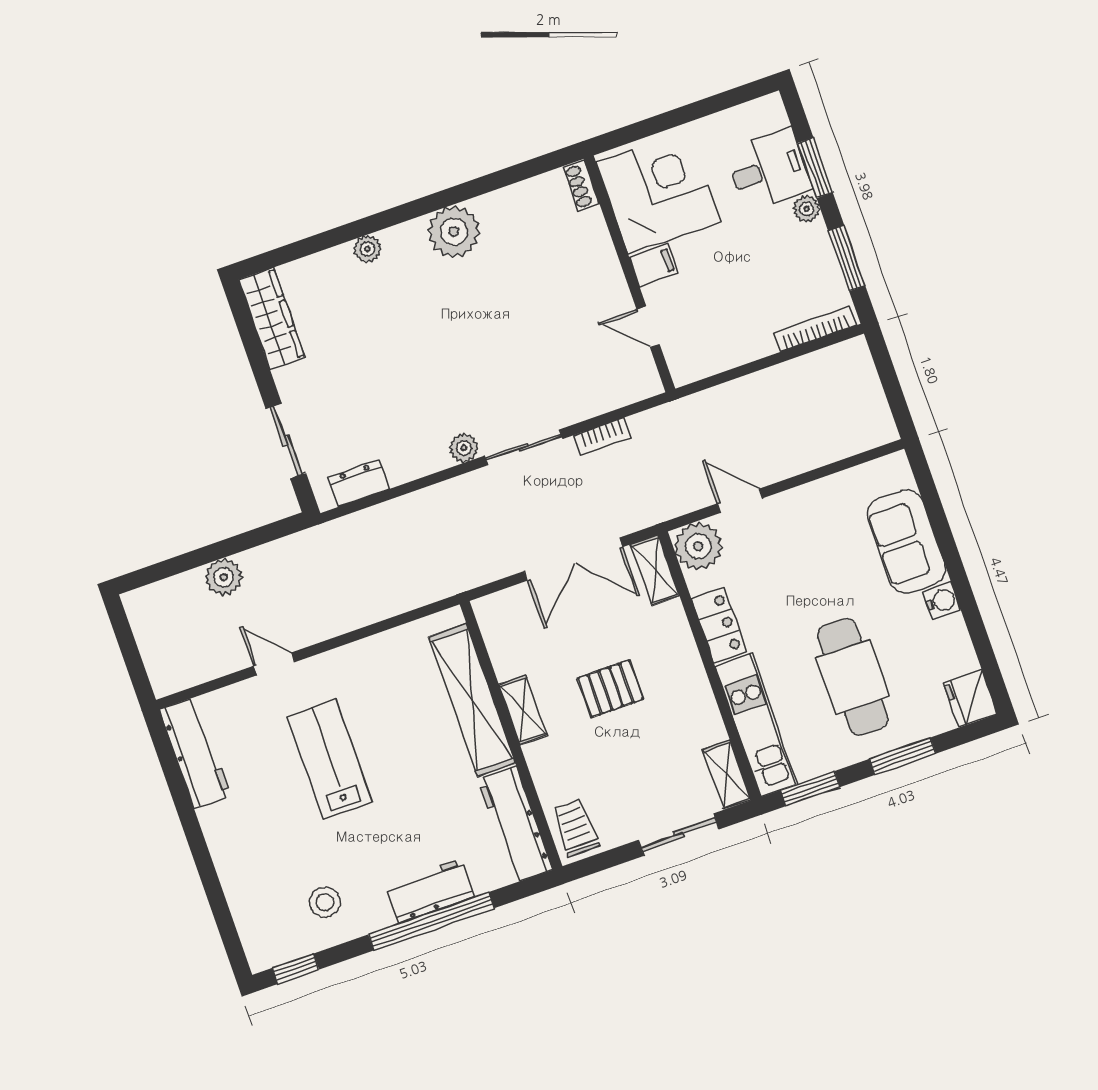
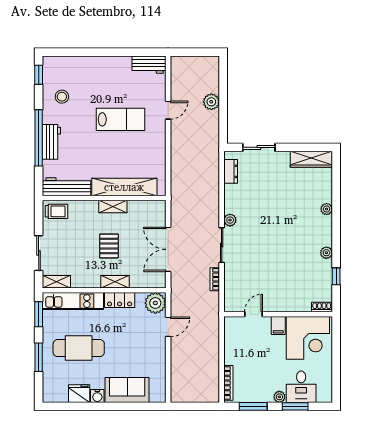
window: (505, 177) -> (336, 276), added
plant: (454, 232) -> (326, 253), width x0.53, depth x0.53
shelving: (655, 570) -> (115, 282), moved
fridge: (970, 698) -> (79, 394), moved
workbench: (195, 753) -> (149, 65), width x0.73

